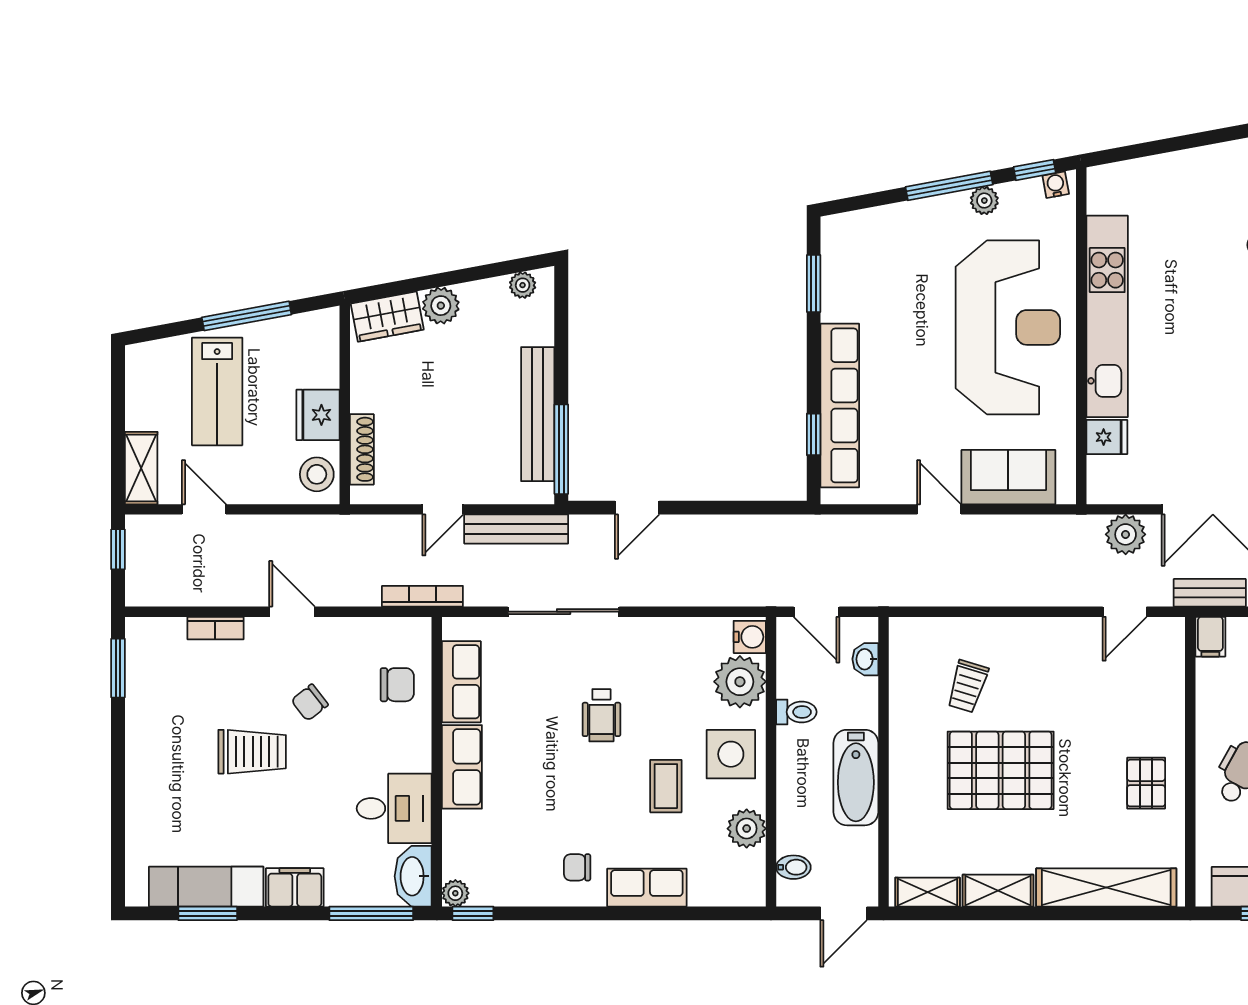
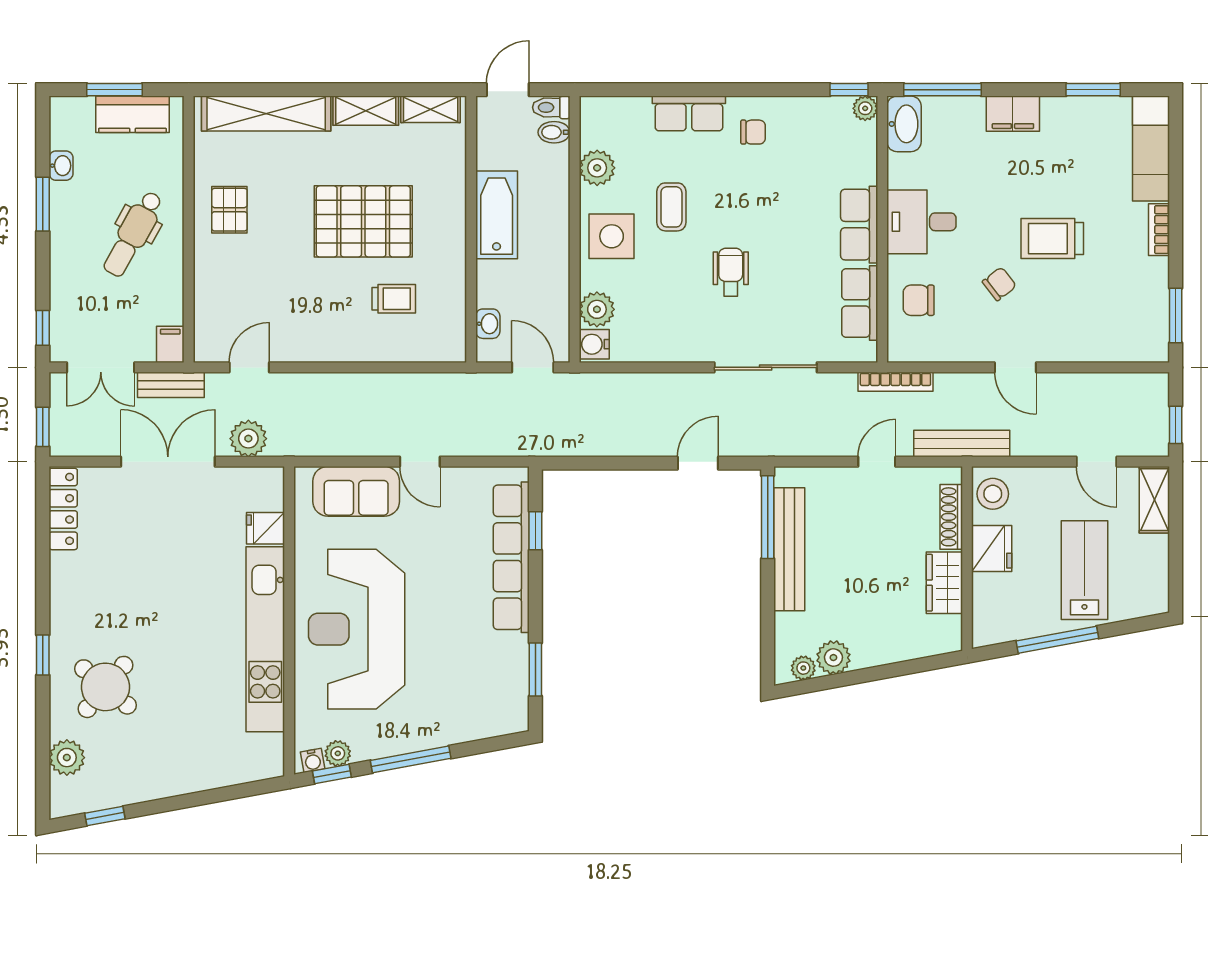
plant: (984, 201) -> (338, 753), moved
plant: (441, 306) -> (833, 658), moved
wardrobe: (387, 317) -> (944, 583), moved, turned -80
bench: (516, 529) -> (962, 443), moved
bookcase: (215, 628) -> (1159, 230), moved, turned -90
plant: (740, 682) -> (597, 309), width x0.73, depth x0.73
trolley: (967, 686) -> (394, 299), turned 73
toilet: (796, 712) -> (551, 107), moved
desk: (394, 808) -> (921, 222), moved
exam couch: (206, 887) -> (1151, 149), moved, turned 90

